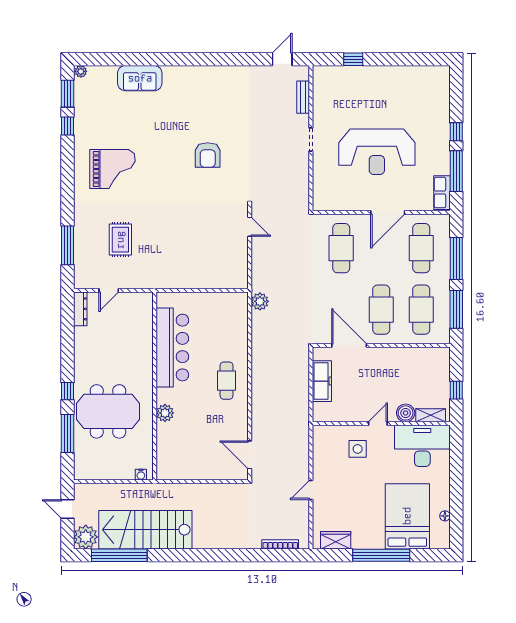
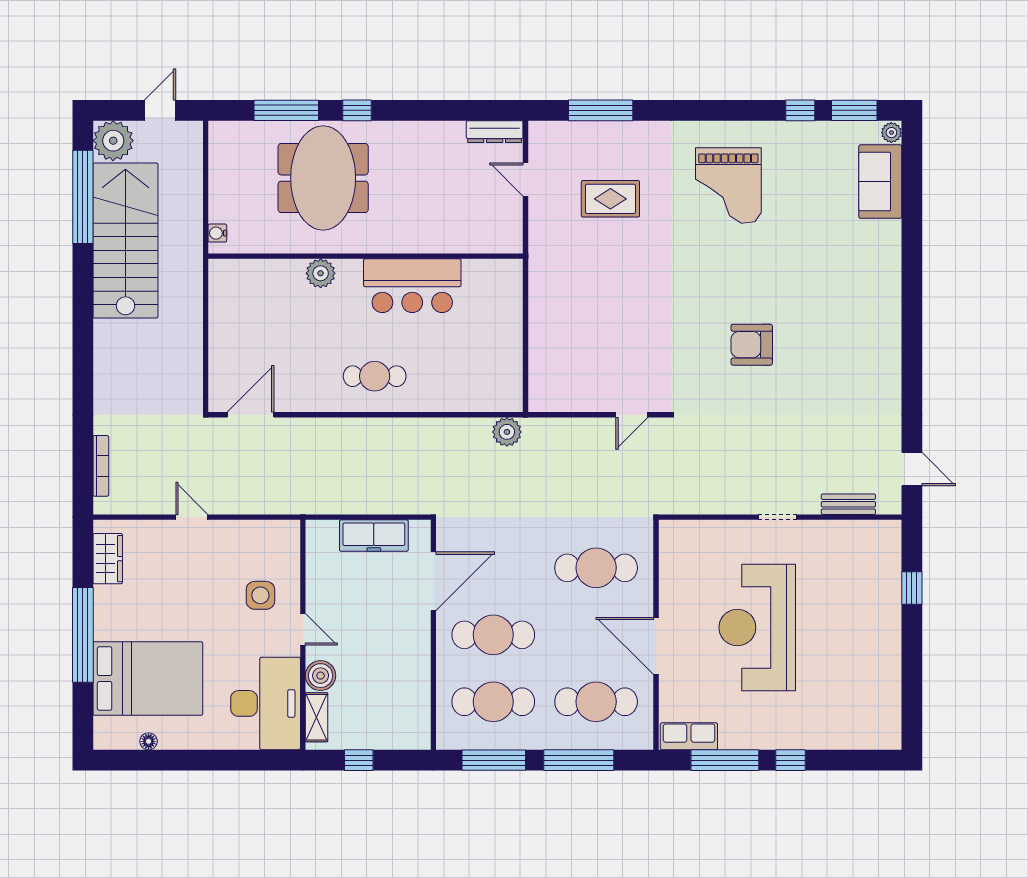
sofa: (140, 78) -> (880, 182), moved
bar counter: (172, 348) -> (412, 286), width x0.73

